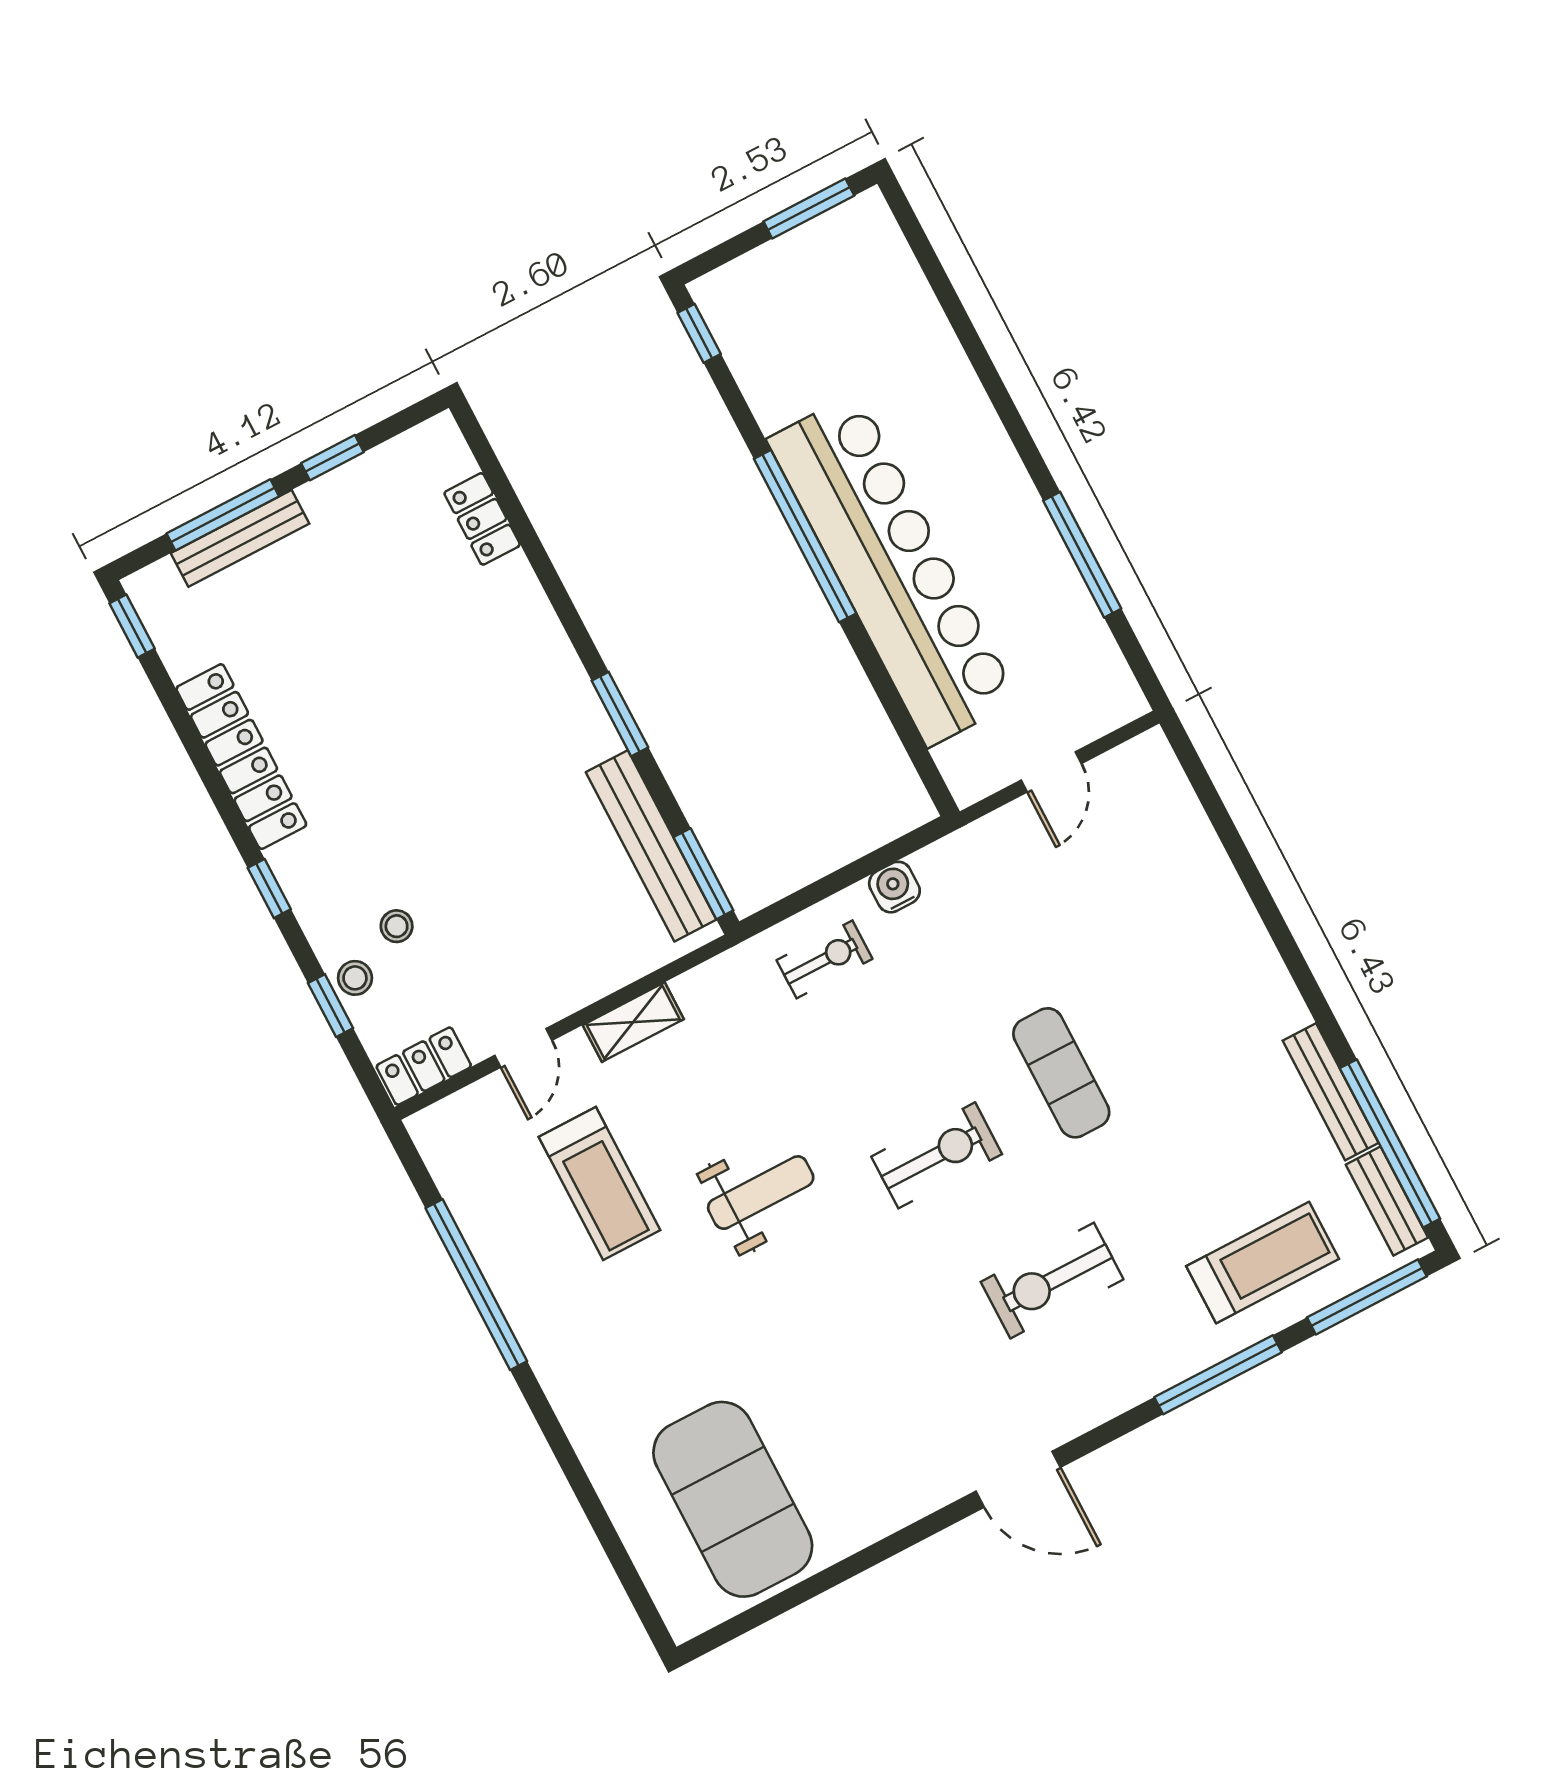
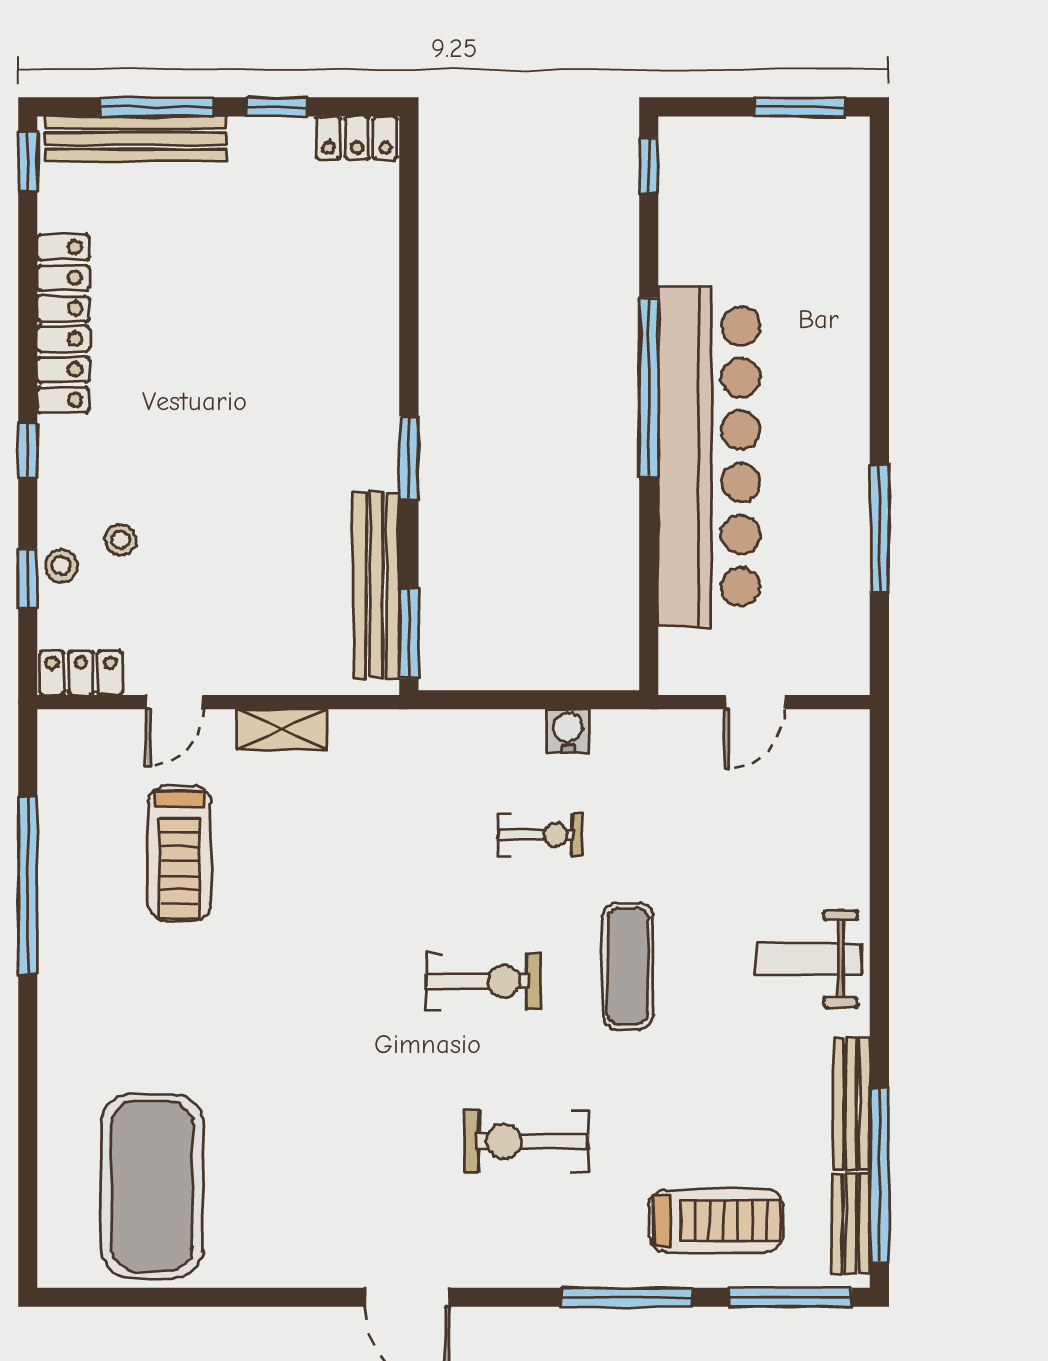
locker: (482, 519) -> (357, 138), moved, turned -90
bench: (240, 538) -> (136, 139), width x1.37, depth x1.21
exercise bike: (825, 959) -> (540, 835), moved
weight bench: (761, 1193) -> (809, 959), moved, turned 180

